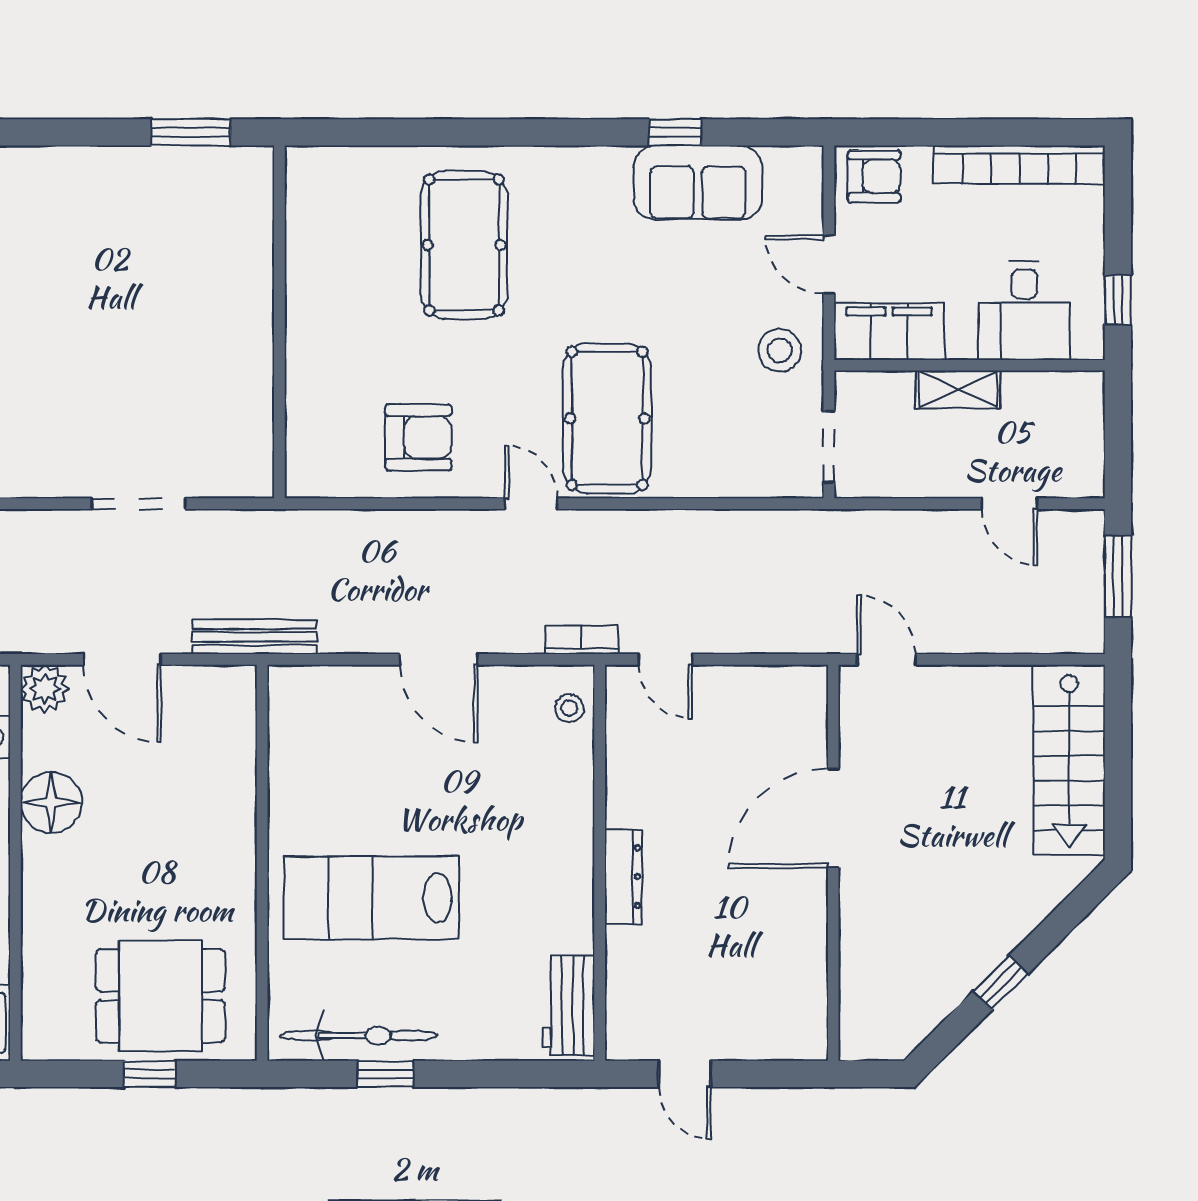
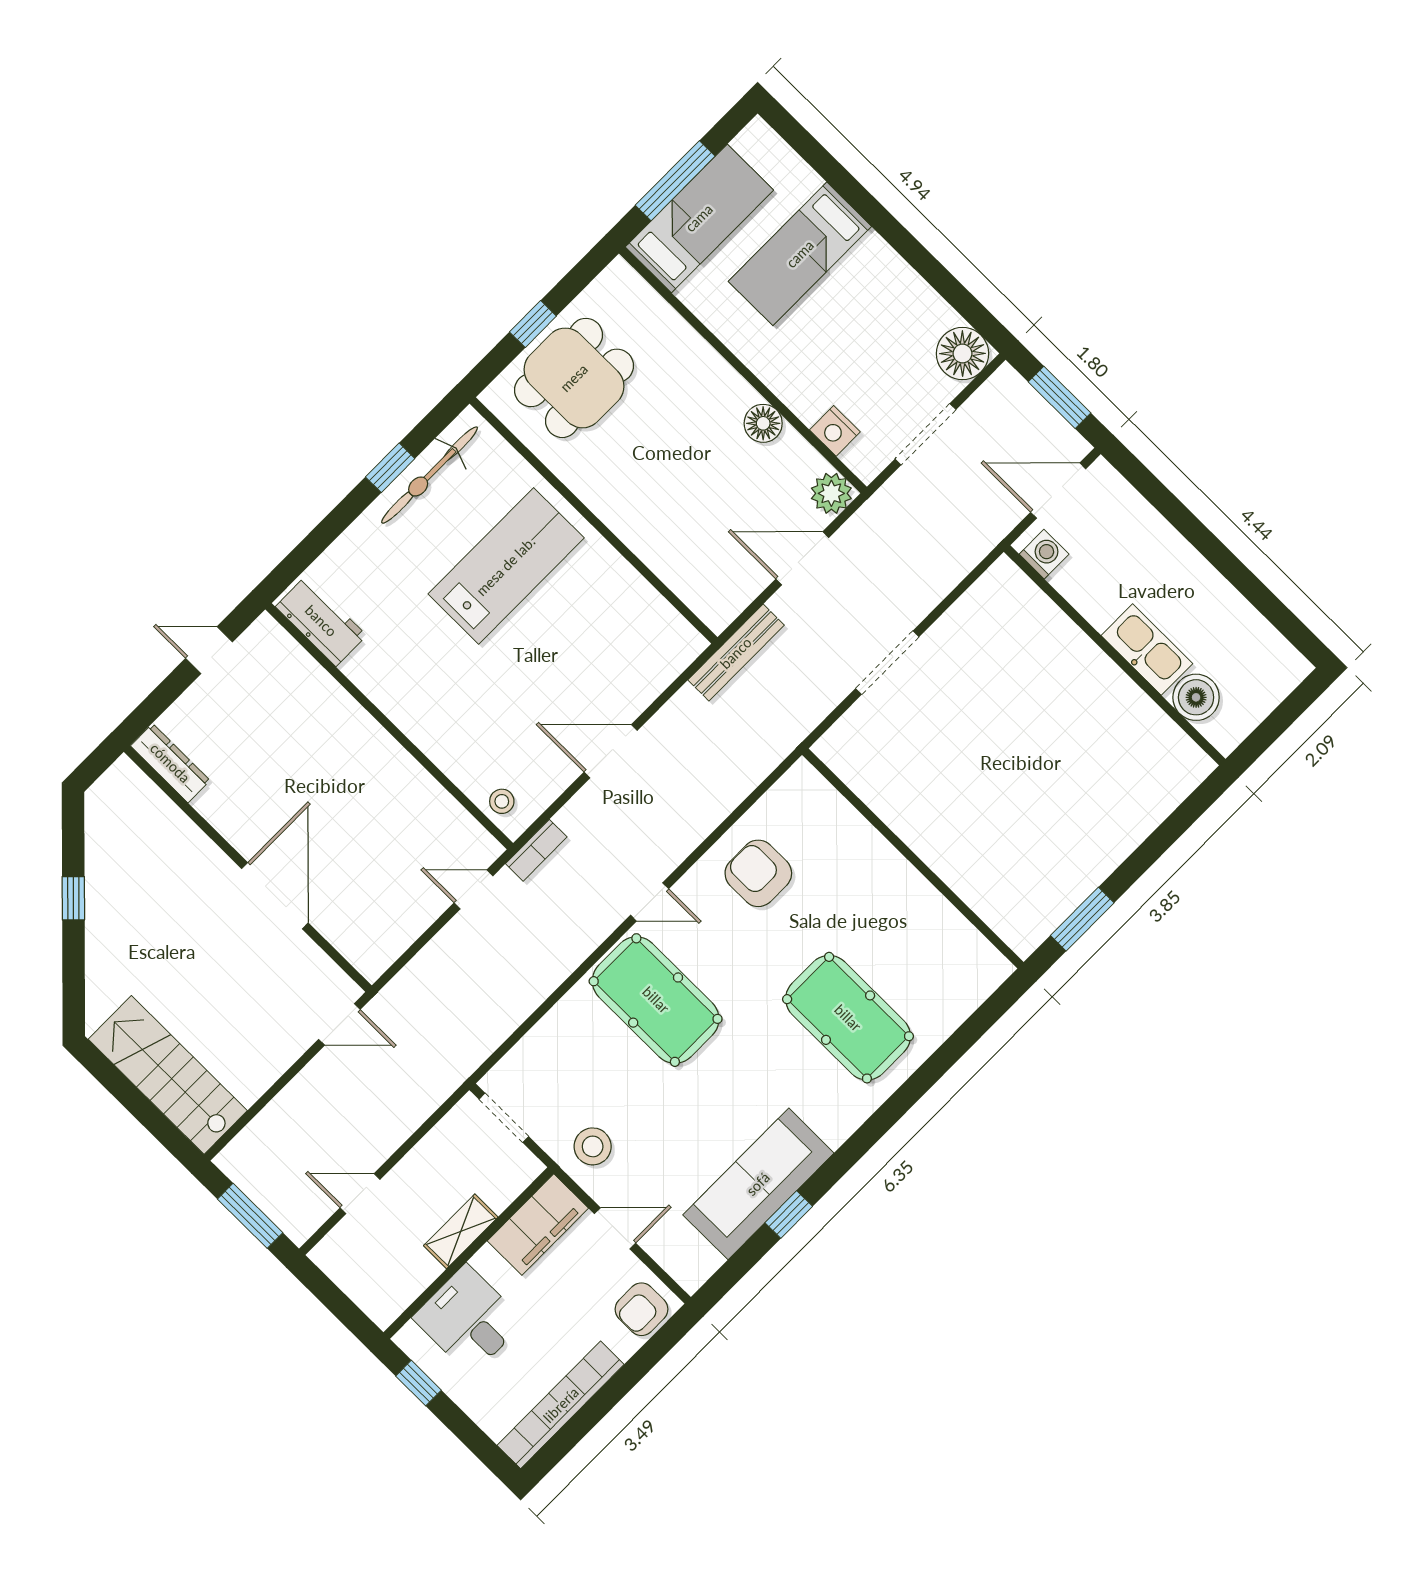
sofa: (698, 183) -> (758, 1184), width x1.36
armchair: (418, 437) -> (758, 873), turned 90
floor lamp: (51, 802) -> (763, 423), width x0.73, depth x0.73
dresser: (623, 877) -> (170, 763), moved, turned 180

